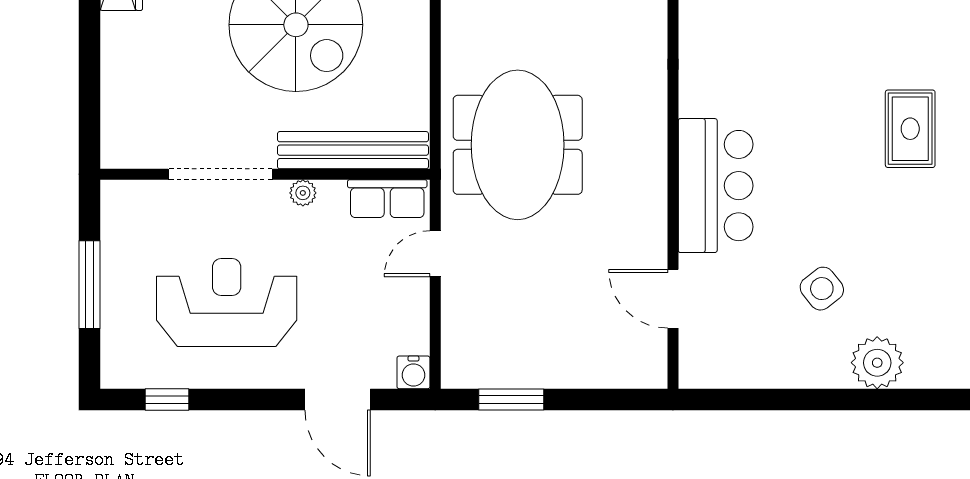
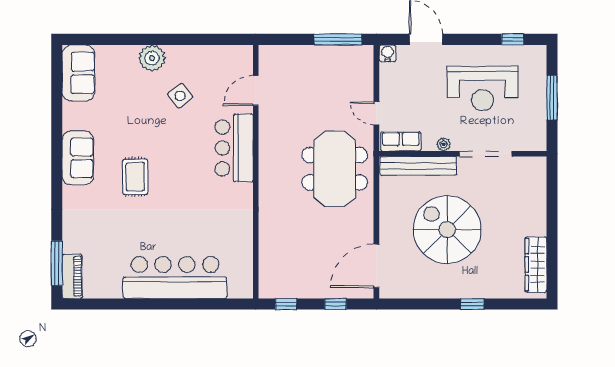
door: (435, 254) -> (376, 113), swing flipped
door: (673, 299) -> (256, 91), swing flipped
window: (511, 399) -> (338, 39), width x1.44

